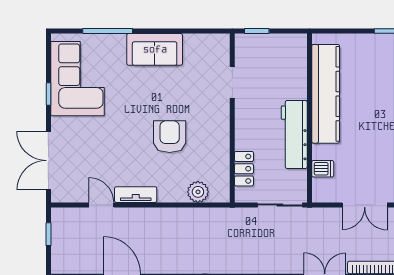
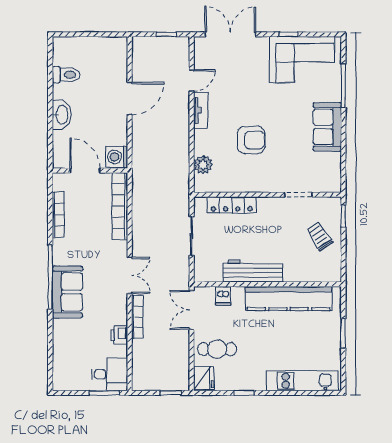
trolley: (280, 58) -> (320, 236), added
kitchen counter: (326, 94) -> (289, 298), moved
wall: (309, 118) -> (267, 284), moved
workbench: (294, 134) -> (253, 271), moved
locker: (244, 169) -> (232, 205), width x1.53
dishwasher: (323, 169) -> (223, 296), moved

